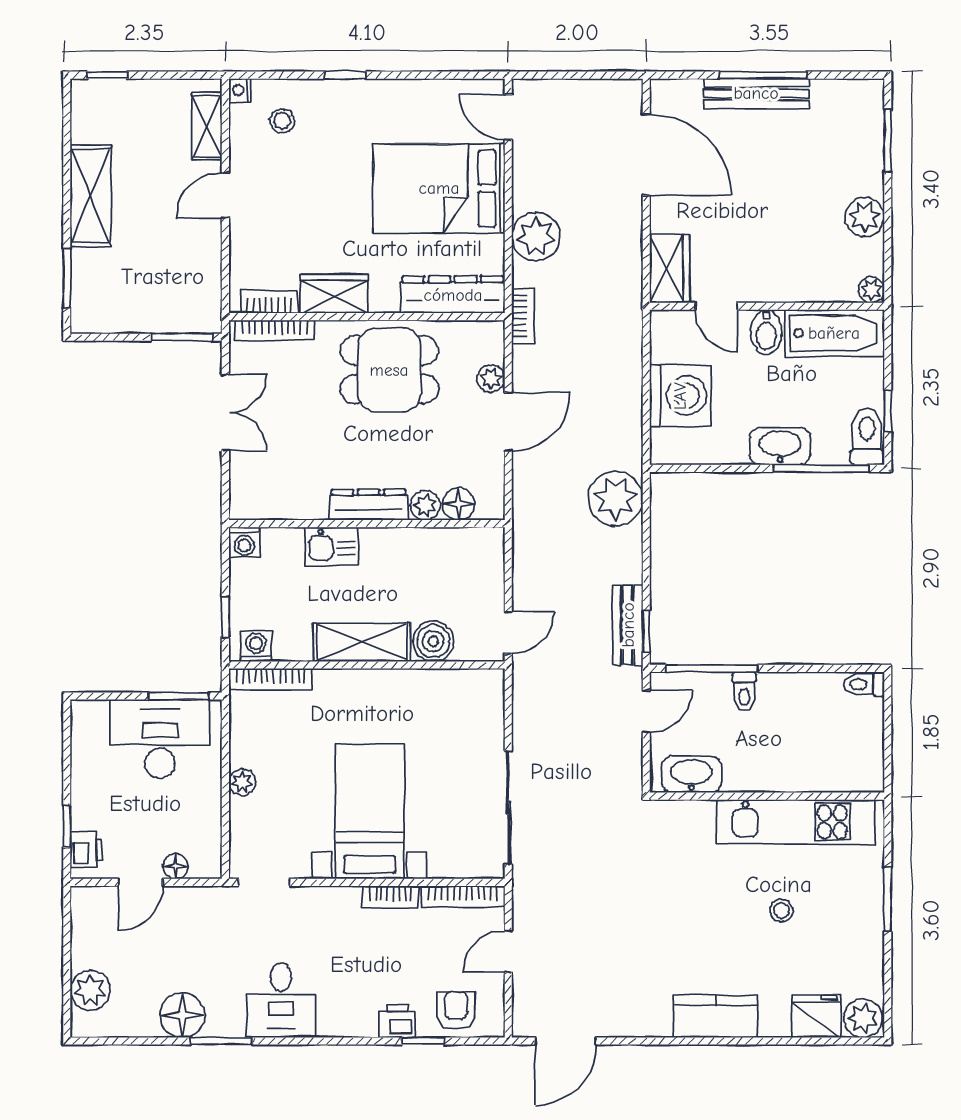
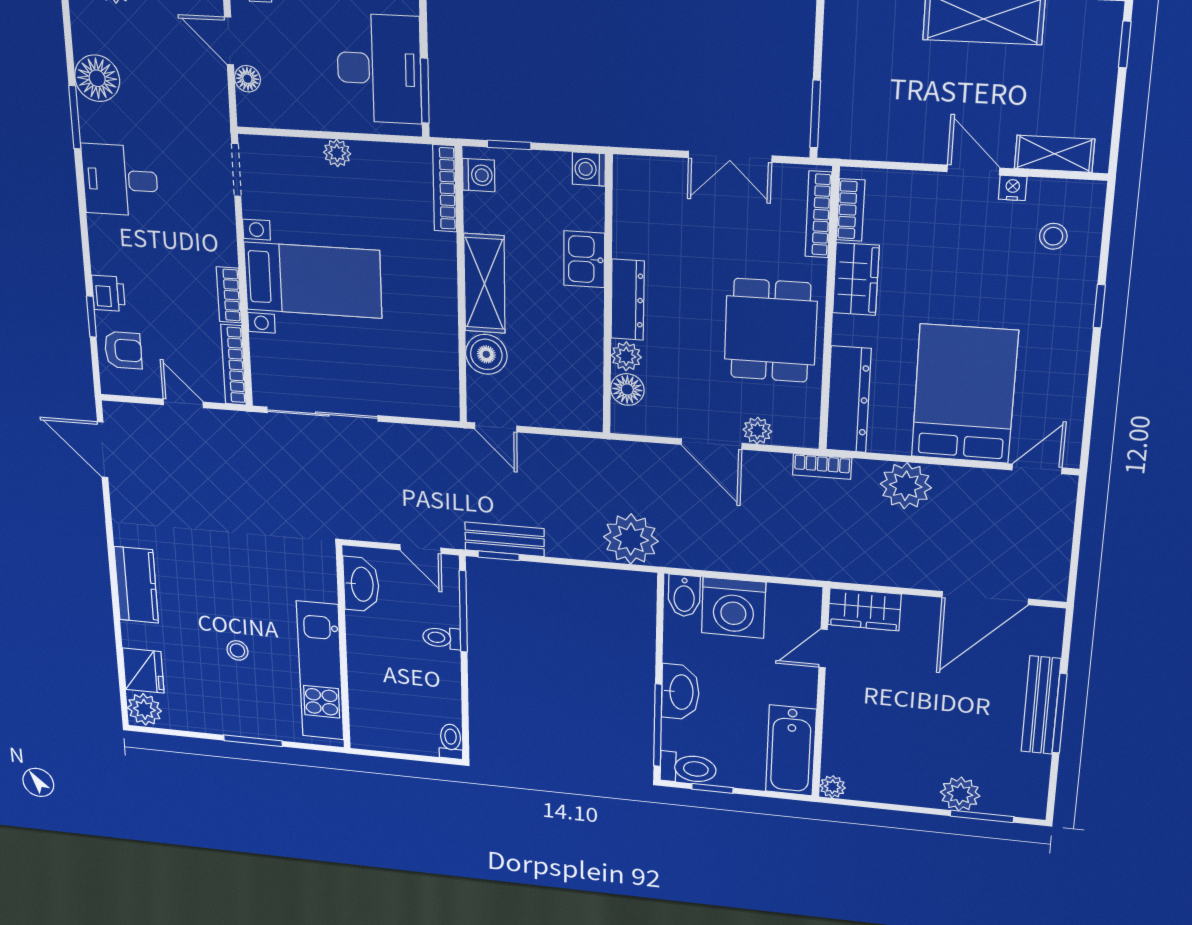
nightstand: (240, 90) -> (1013, 188), moved
plant: (865, 217) -> (960, 794), moved
bidet: (766, 332) -> (684, 596), moved, turned -90

